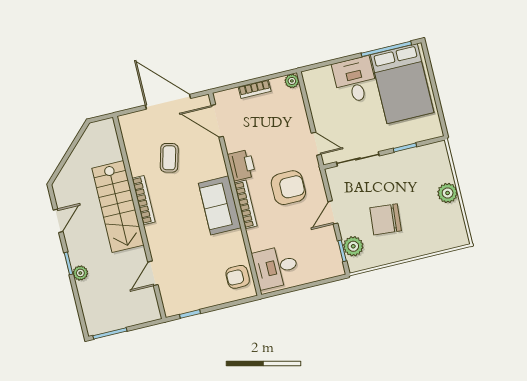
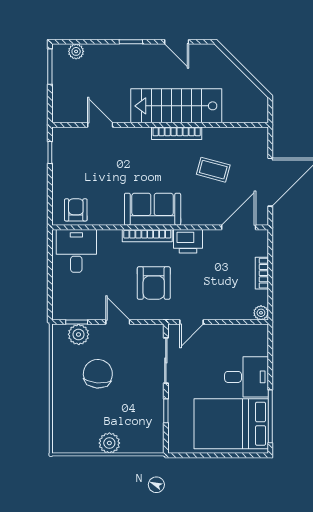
plant: (80, 273) -> (76, 51), moved

